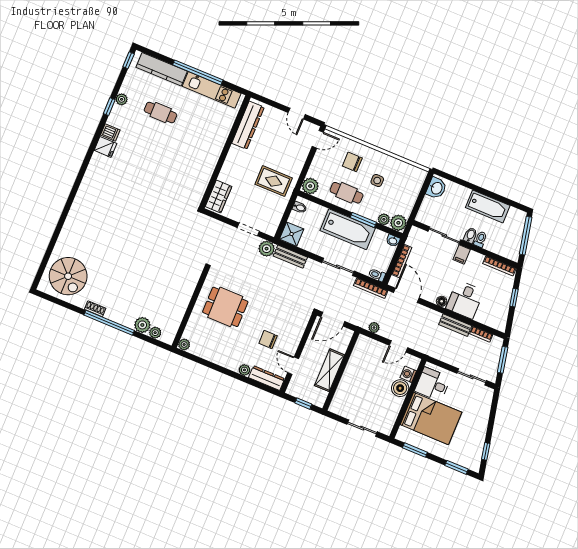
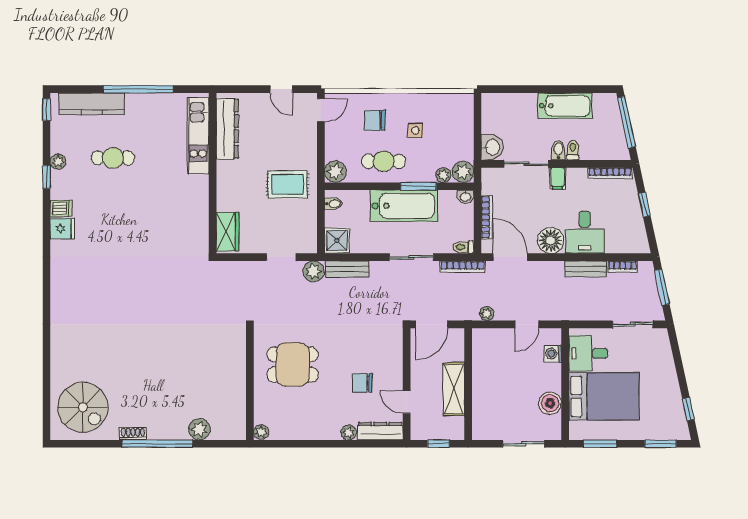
kitchen unit: (212, 90) -> (198, 136), moved, turned 90
washbasin: (436, 188) -> (492, 147), moved
floor lamp: (442, 301) -> (551, 240), width x1.89, depth x1.89
plant: (155, 333) -> (219, 432), removed
boiler: (400, 388) -> (550, 403), moved

